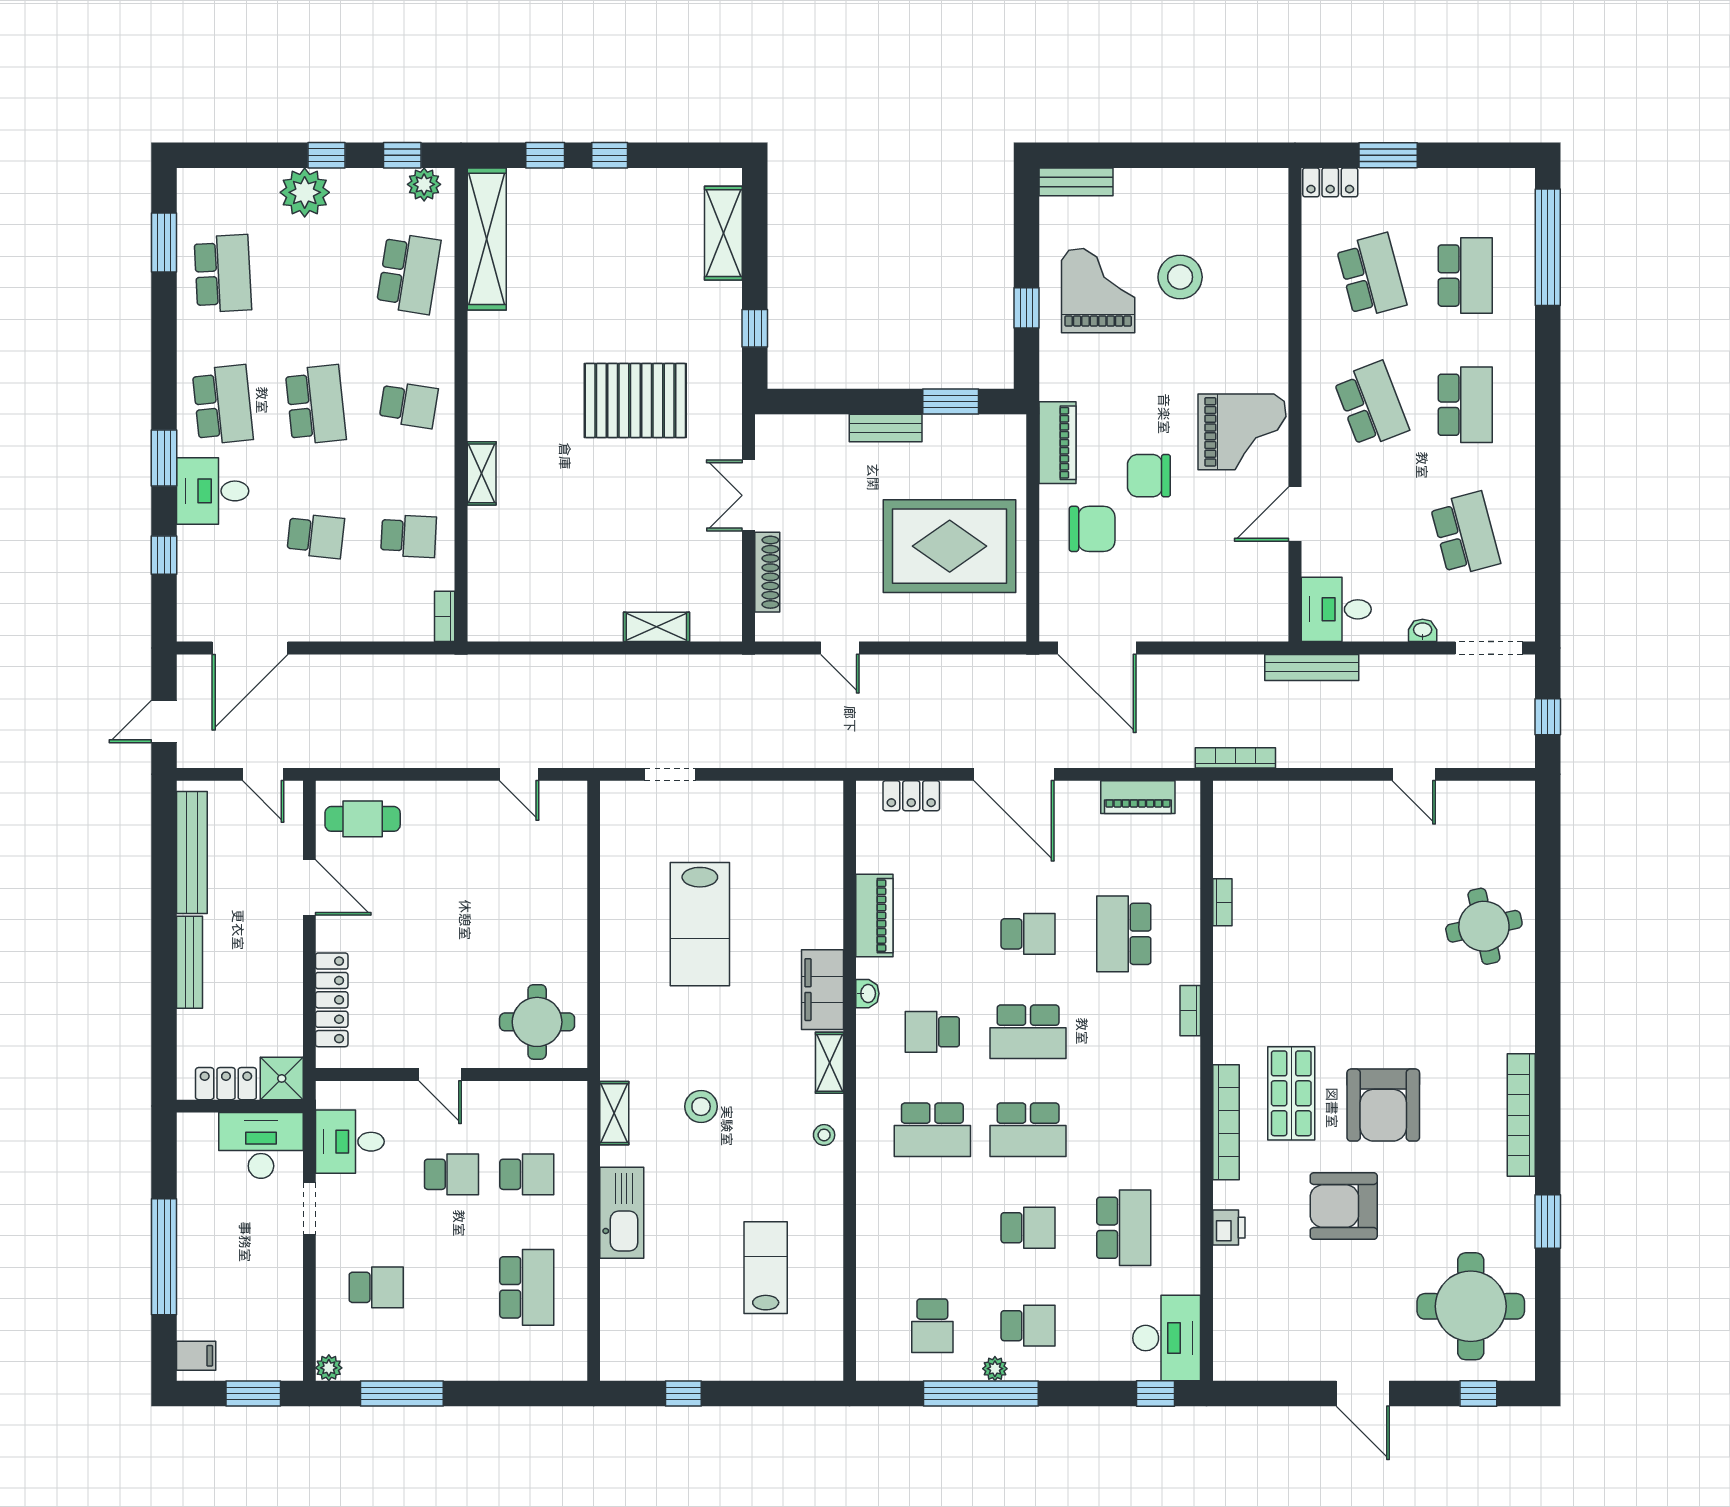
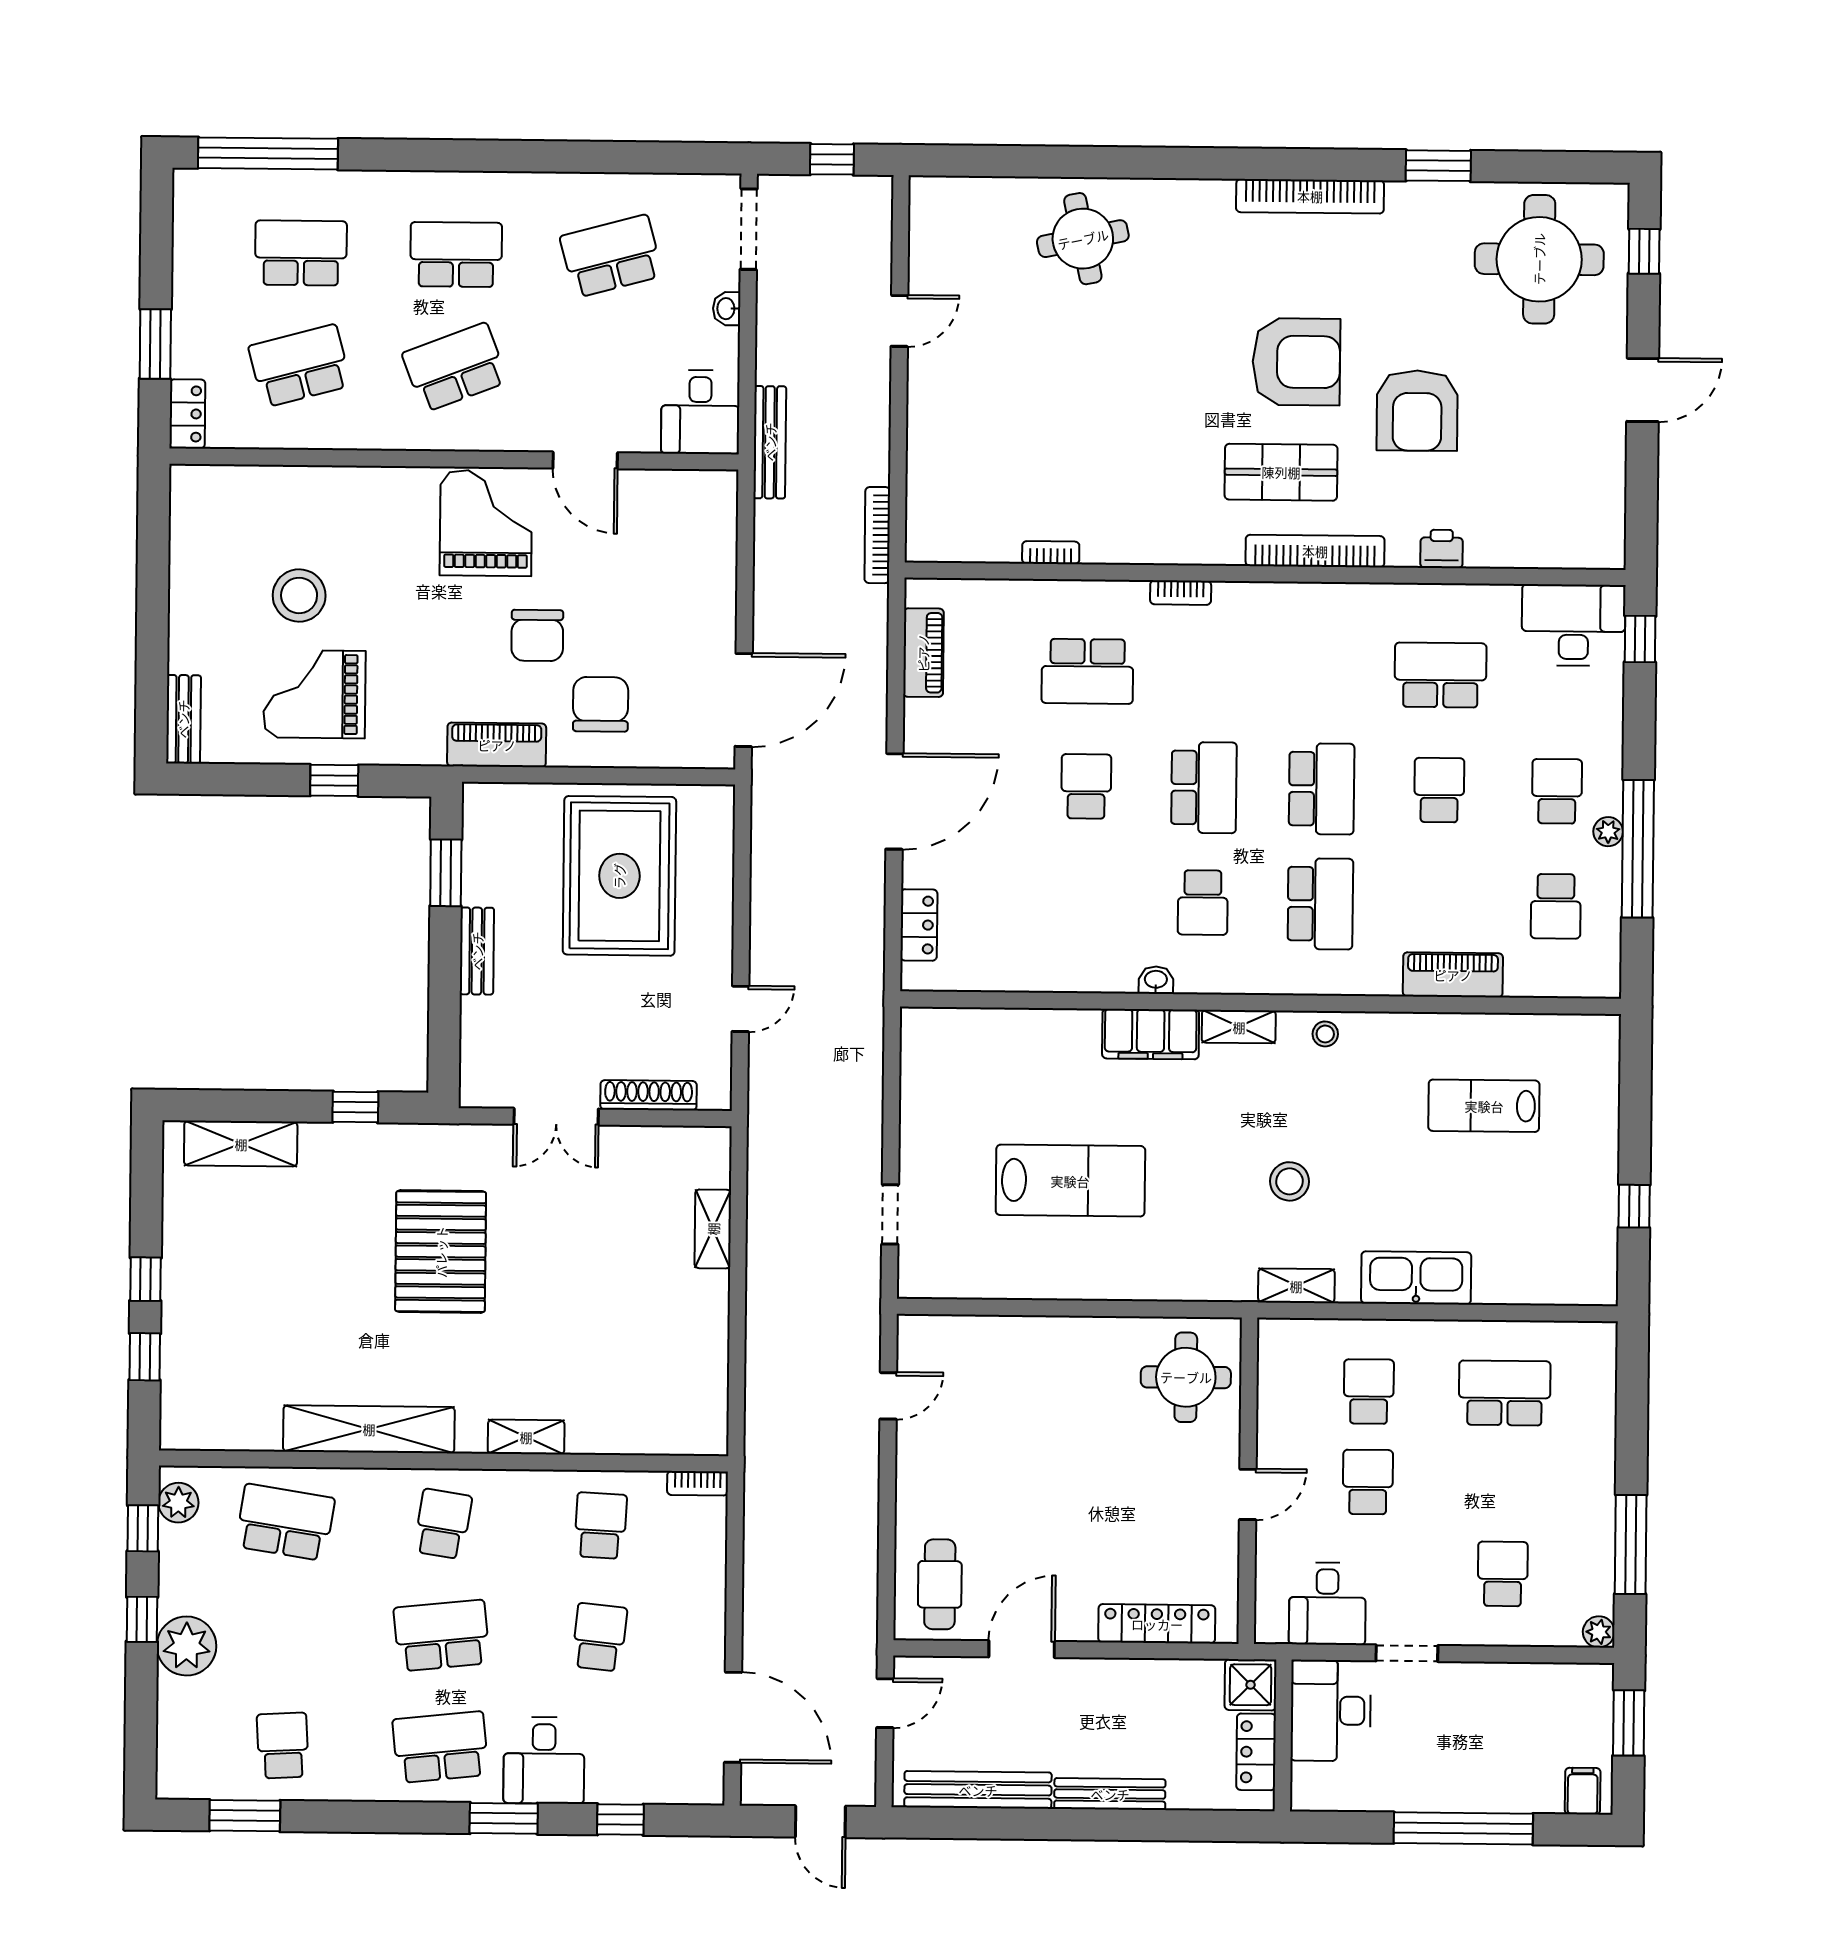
shelving: (487, 239) -> (369, 1429), moved
school desk: (223, 273) -> (283, 1745), width x0.54
piano: (874, 916) -> (1453, 975), moved
school desk: (932, 1326) -> (1556, 906), turned 90

